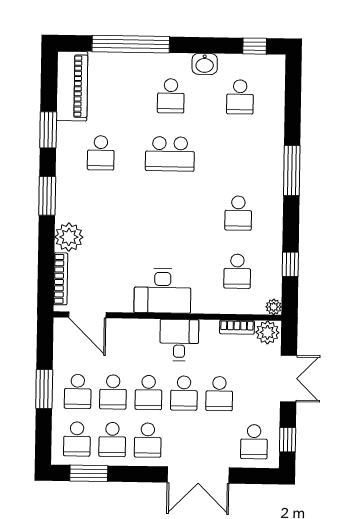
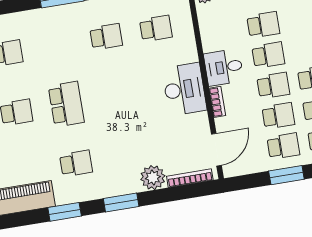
bookcase: (237, 327) -> (217, 102), moved

